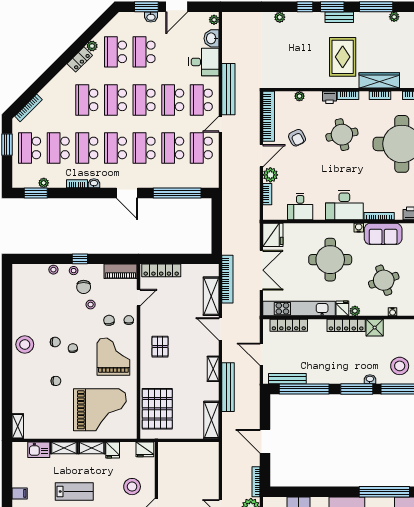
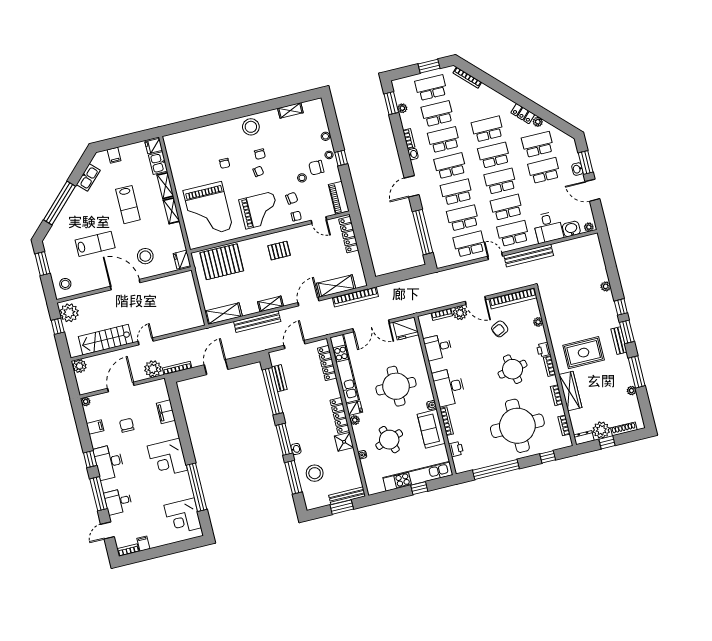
bench: (287, 379) -> (279, 378), width x0.73
shelving: (18, 426) -> (290, 110), moved
fridge: (113, 450) -> (154, 146), moved

